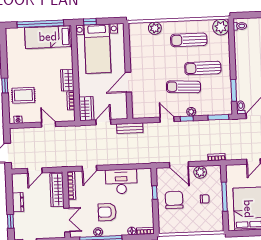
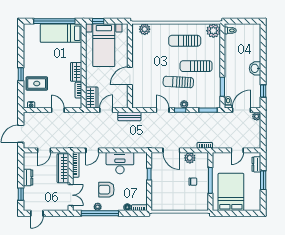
plant: (155, 28) -> (145, 29), moved
chair: (174, 200) -> (166, 181), removed

